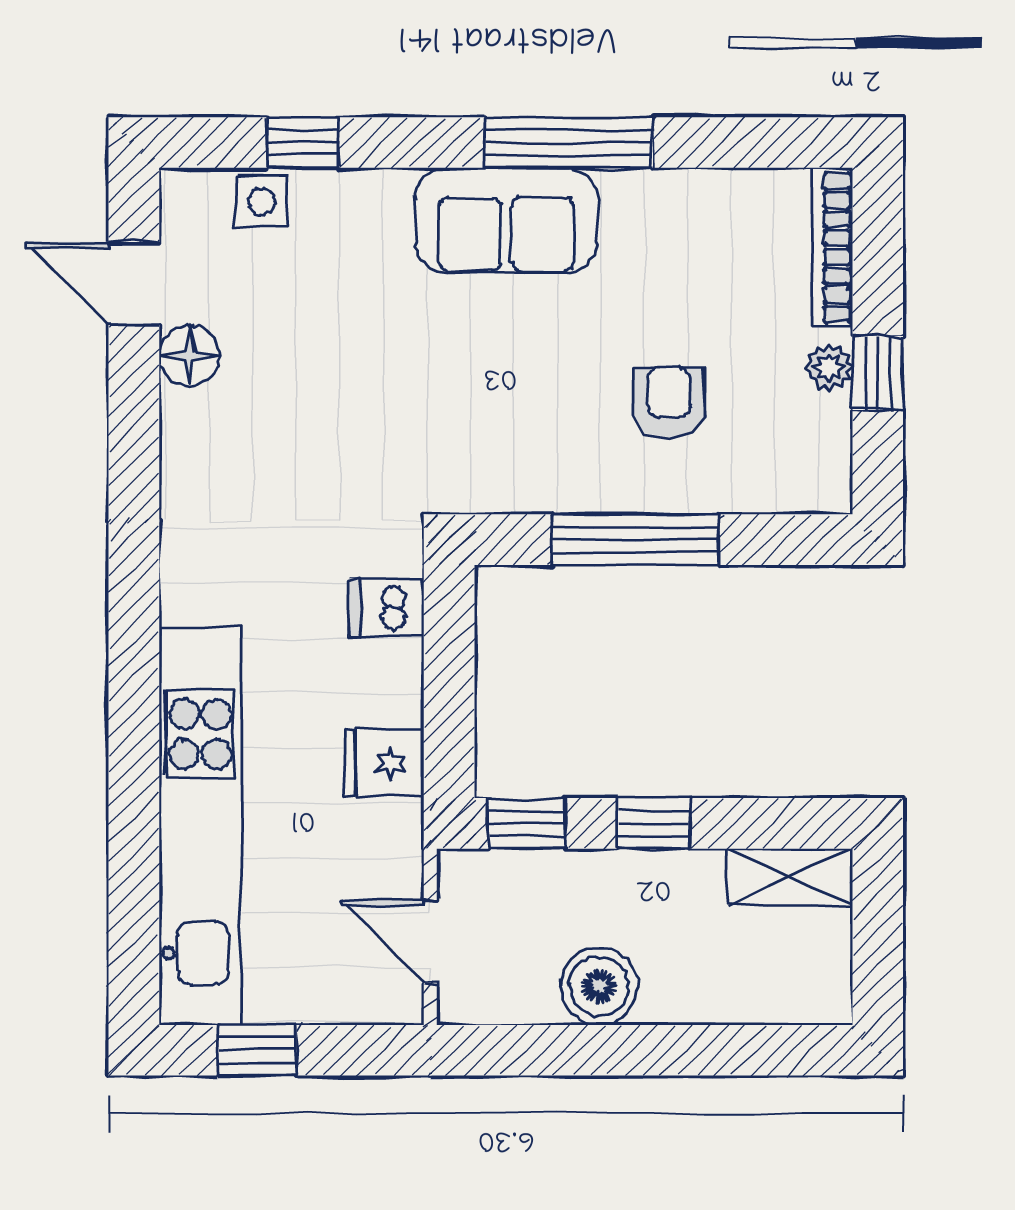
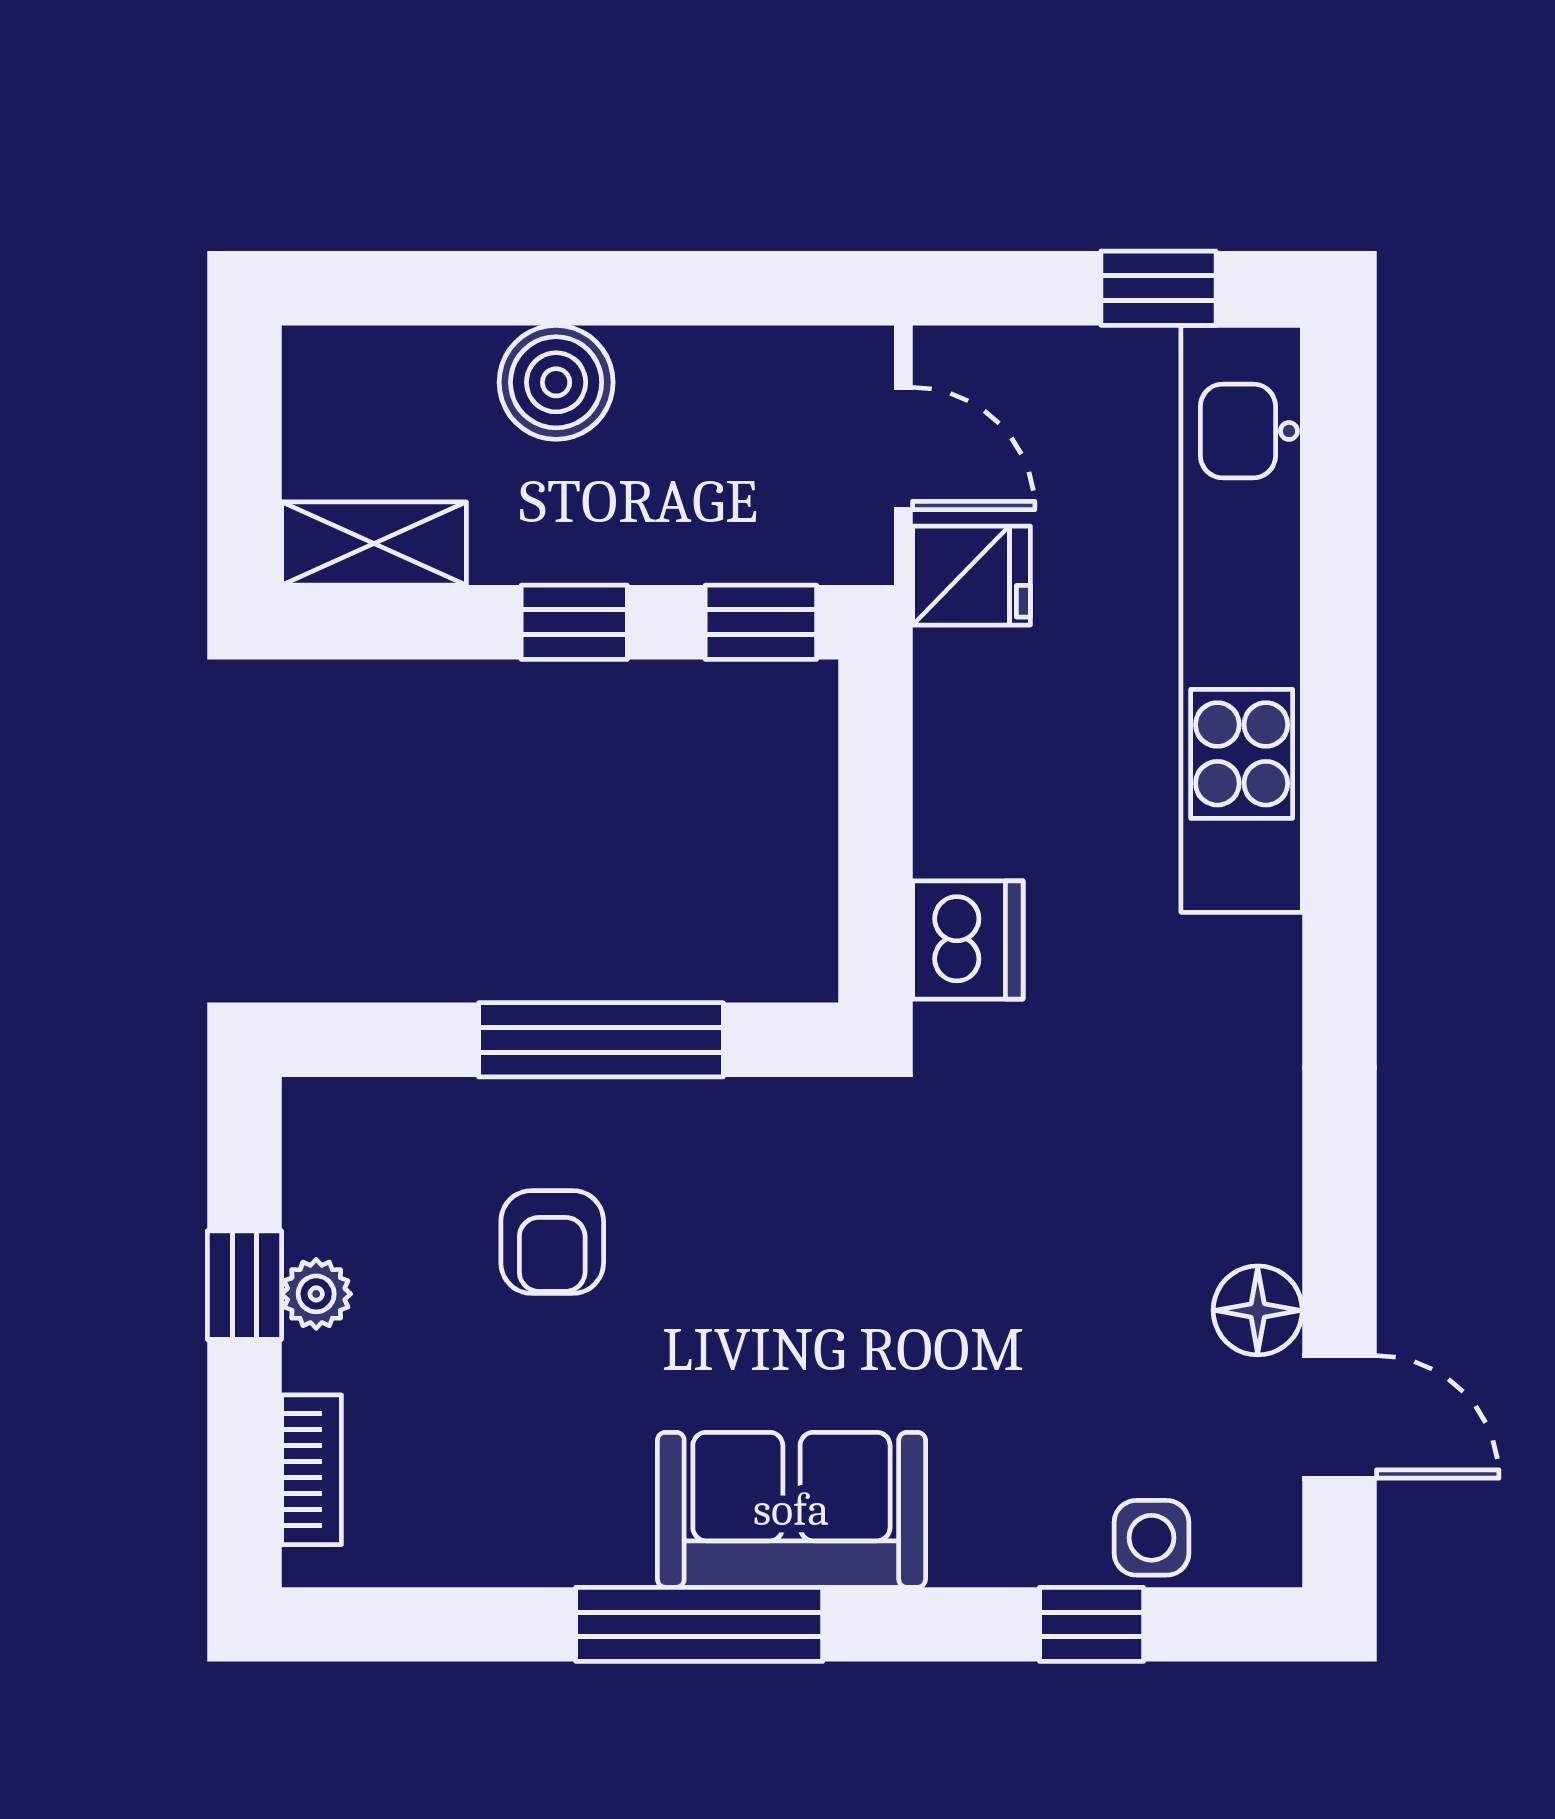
bookcase: (832, 248) -> (312, 1470), width x0.64
dishwasher: (386, 608) -> (968, 940), width x1.38
fridge: (384, 763) -> (972, 576), moved
boiler: (599, 986) -> (556, 382), moved

